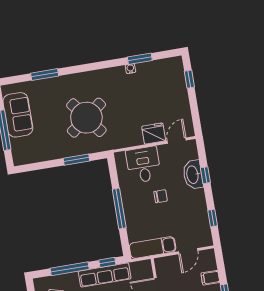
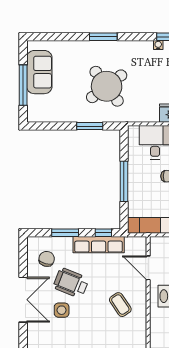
window: (45, 75) -> (103, 37), moved
window: (70, 269) -> (65, 233), width x0.69

